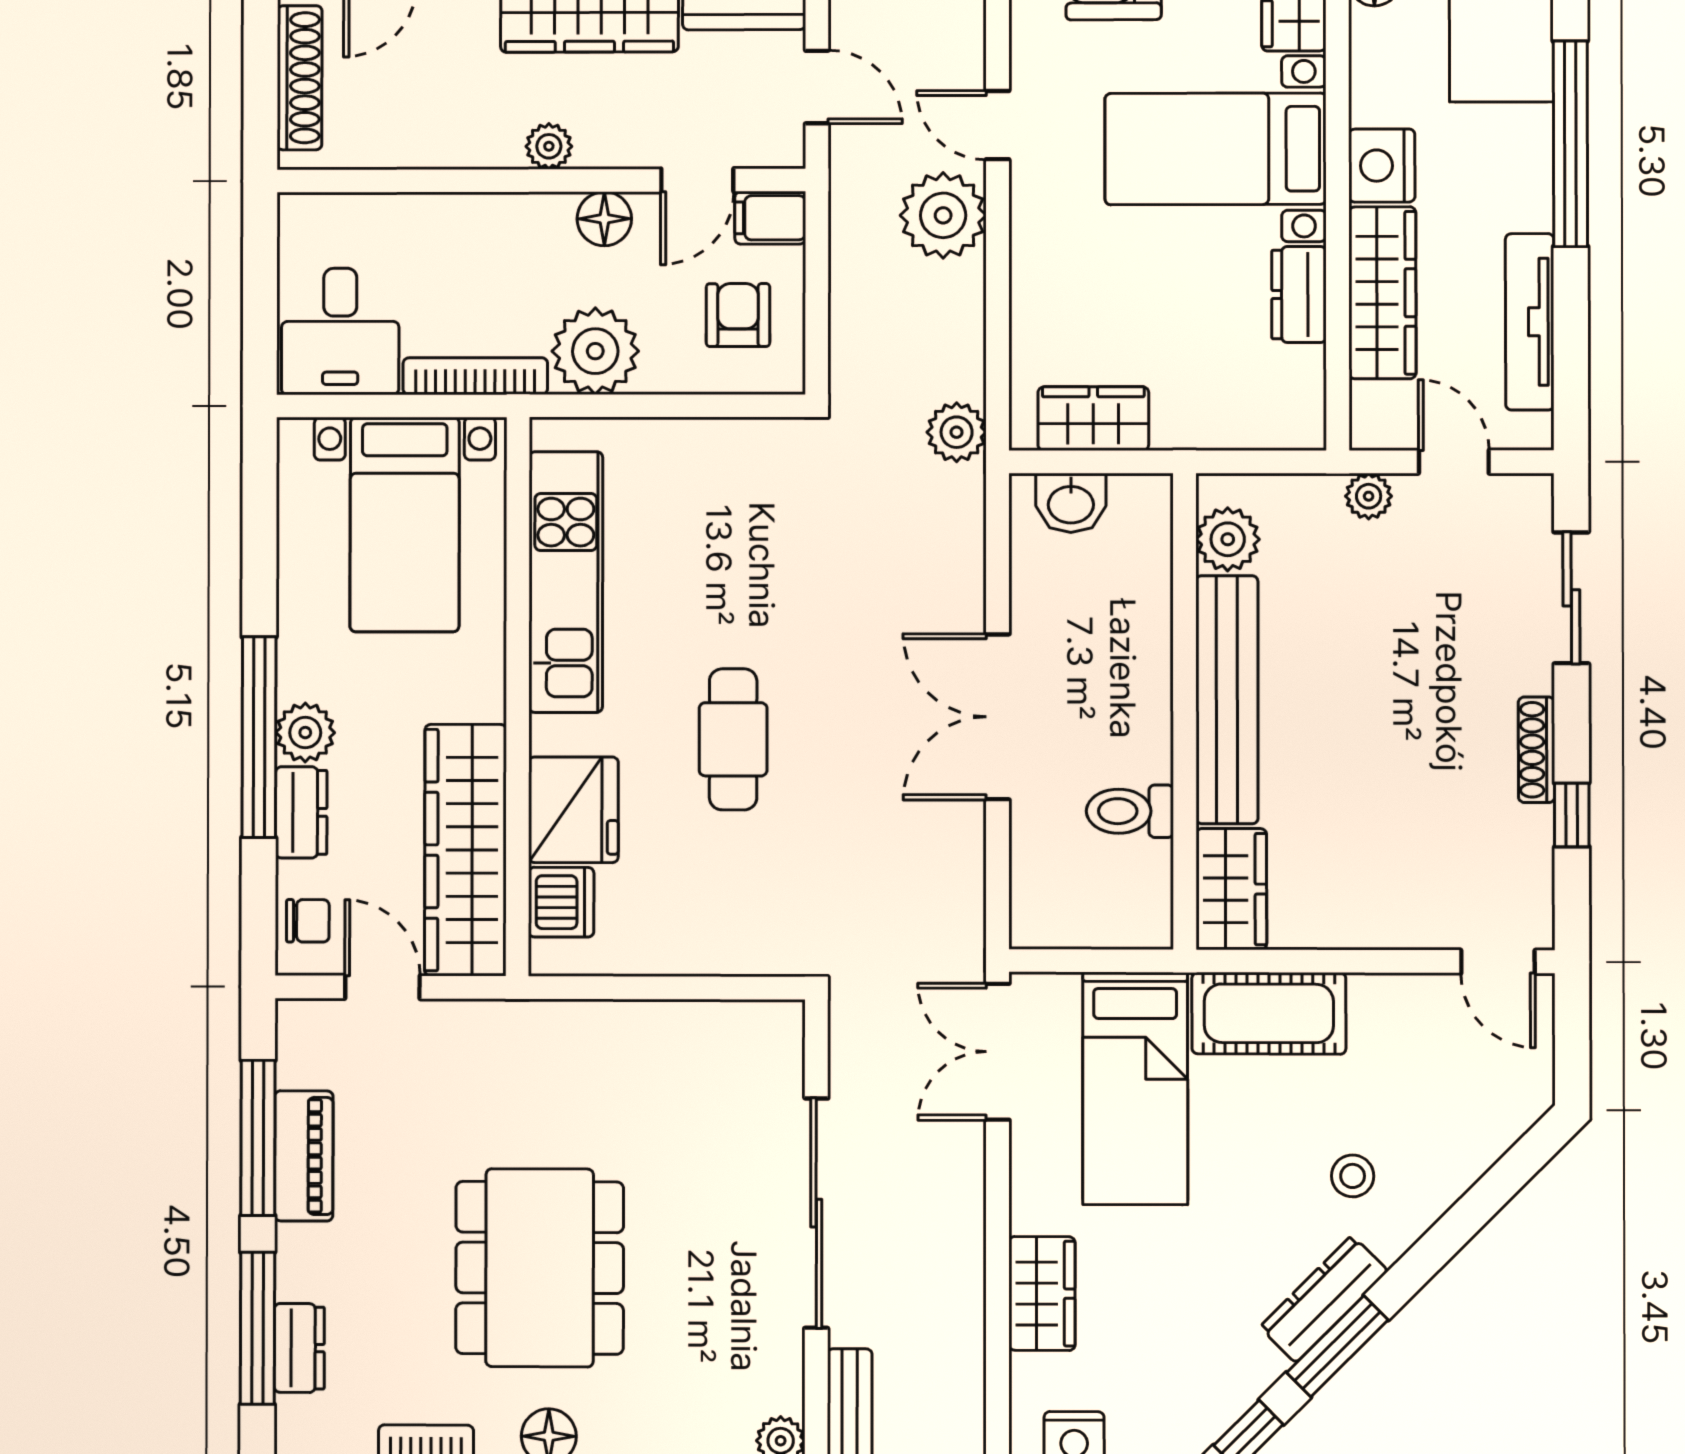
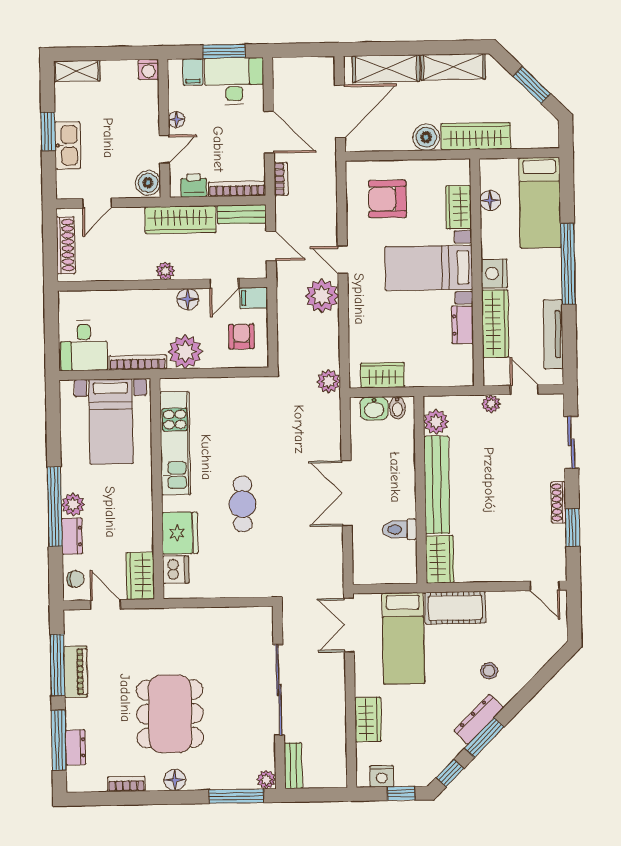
bidet: (1130, 502) -> (397, 408), added
window: (1572, 815) -> (573, 528), width x1.50
wardrobe: (465, 850) -> (140, 576), width x0.48, depth x0.85

